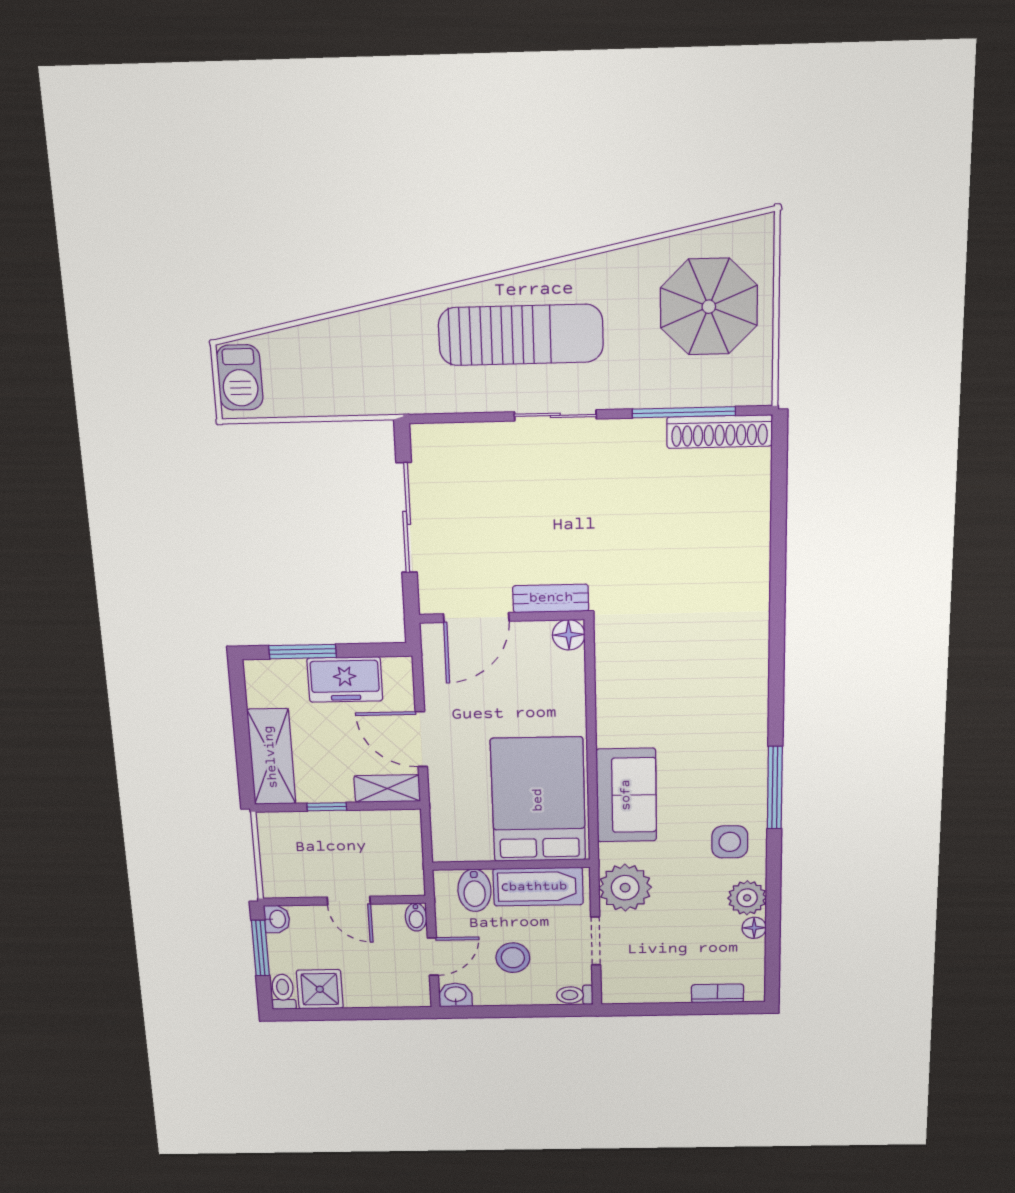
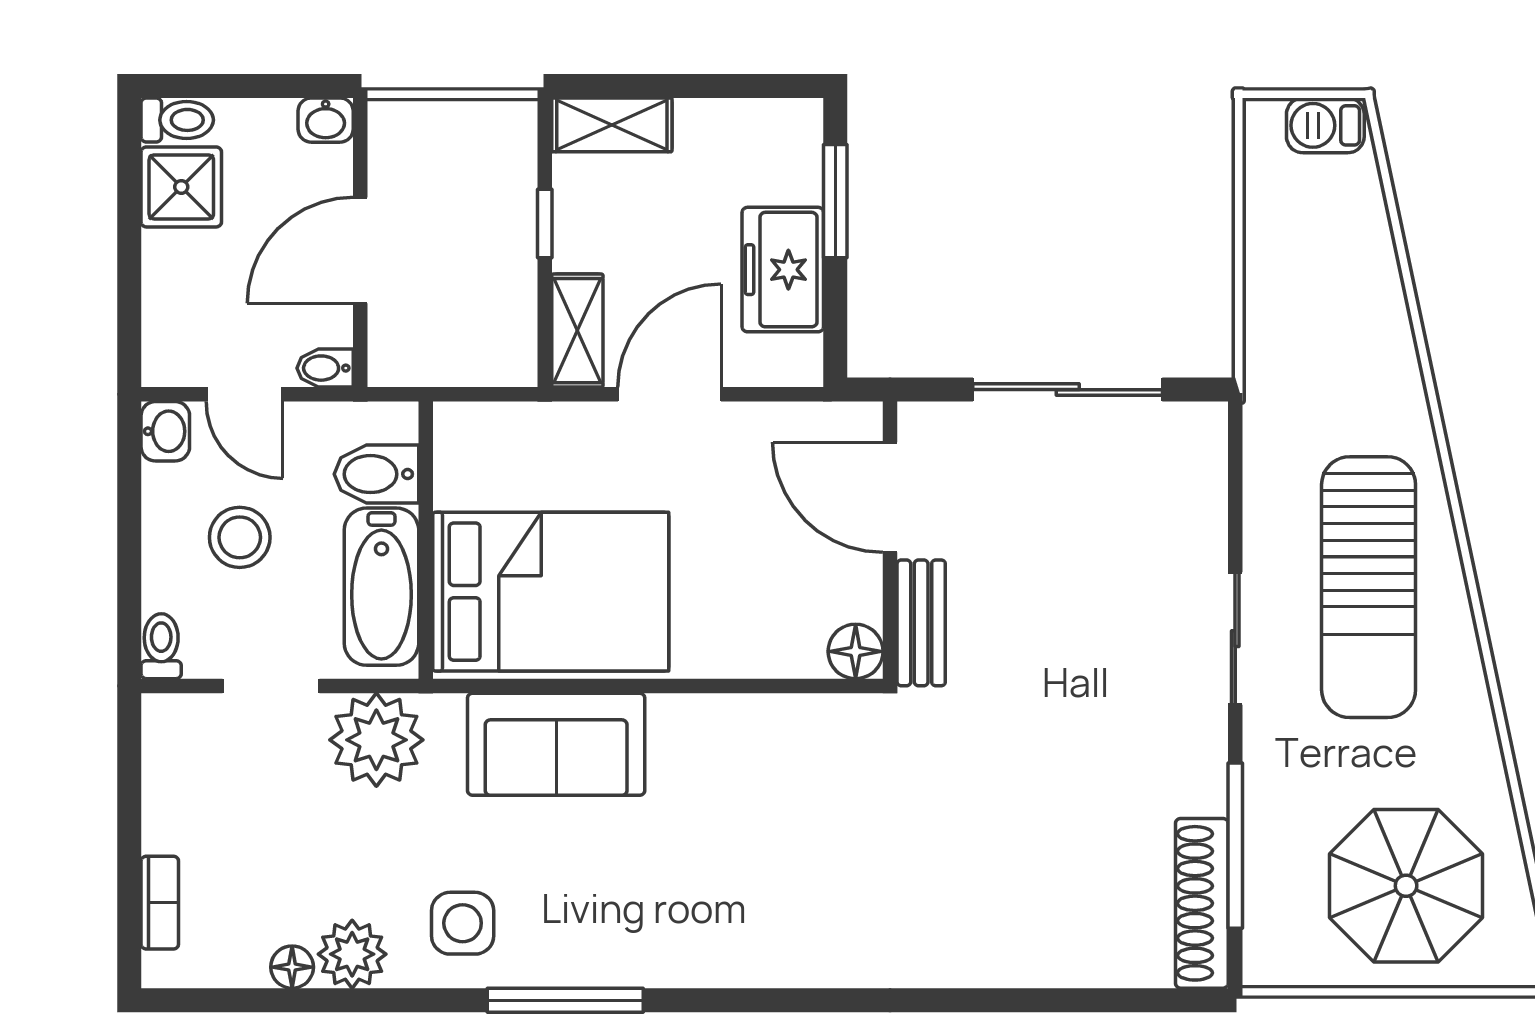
barbecue: (240, 377) -> (1325, 125), width x0.73, depth x0.79
shelving: (271, 757) -> (612, 125), width x0.67, depth x0.75
door: (349, 901) -> (360, 250), width x1.37
window: (260, 948) -> (268, 86), removed

